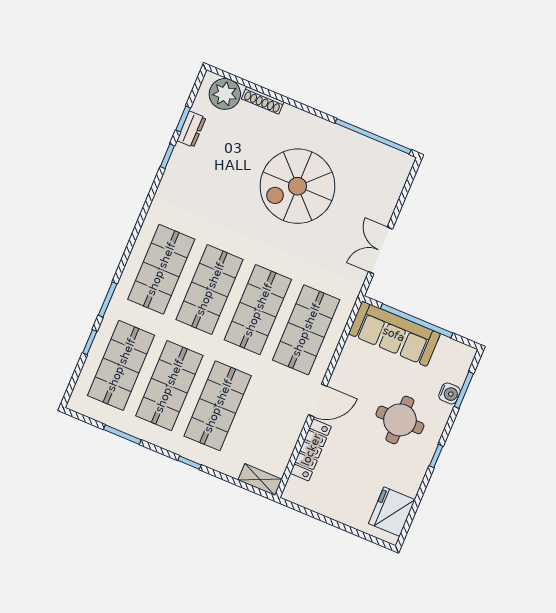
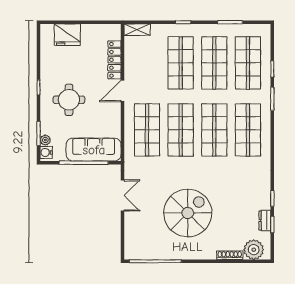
plant: (458, 376) -> (45, 140), added
water cooler: (449, 393) -> (46, 152), moved
fridge: (392, 512) -> (67, 35), moved, turned 90

